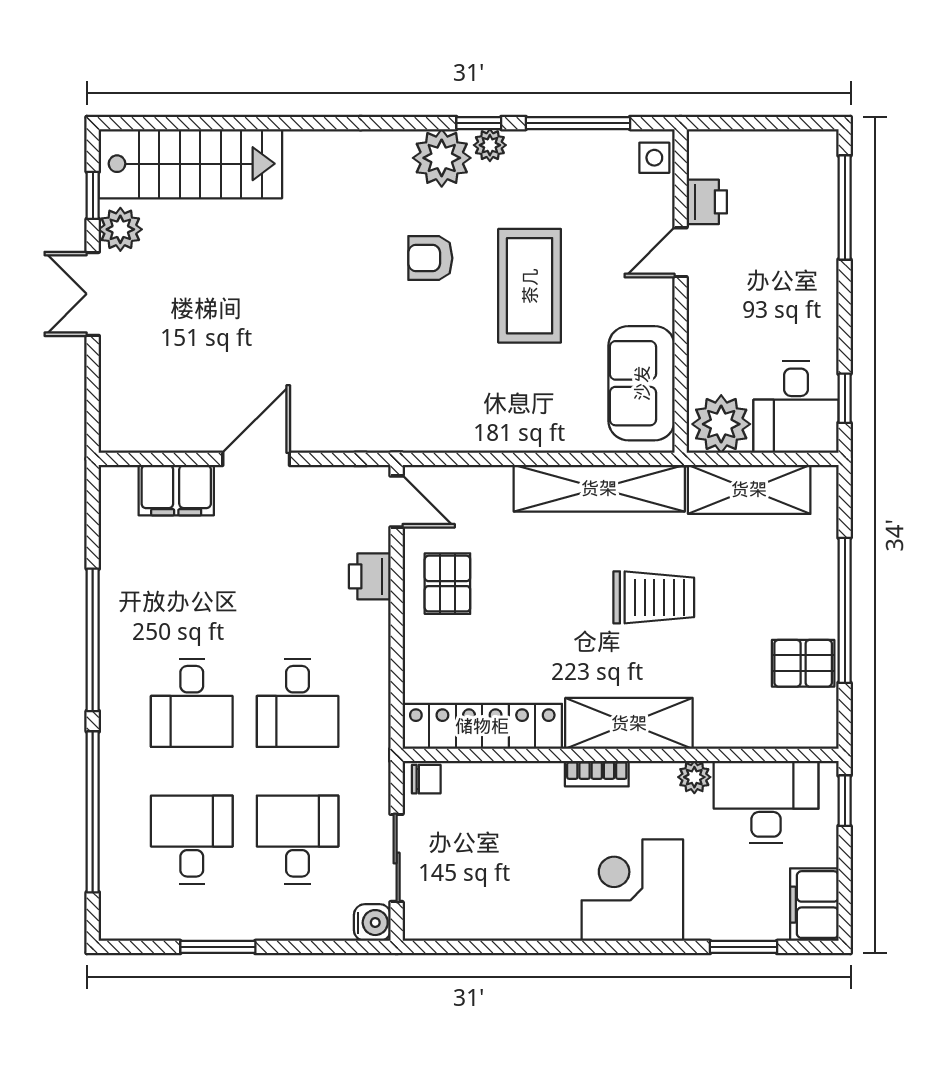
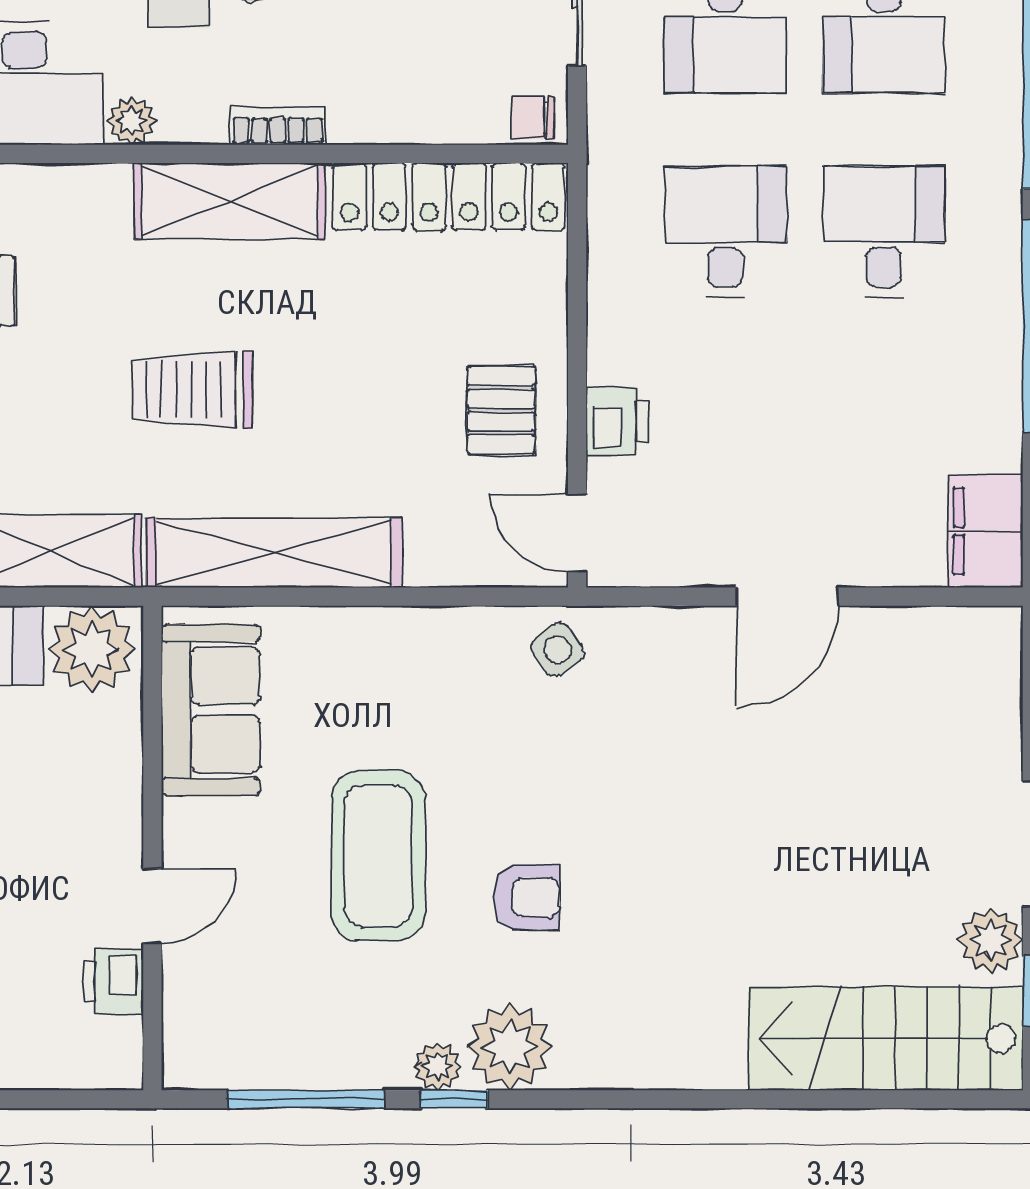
side table: (654, 158) -> (558, 650), moved, turned -36
filing cabinet: (176, 490) -> (985, 531), moved, turned -90

